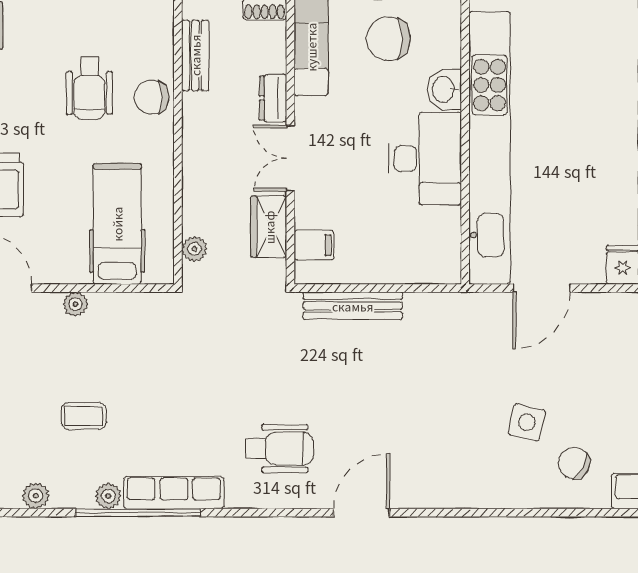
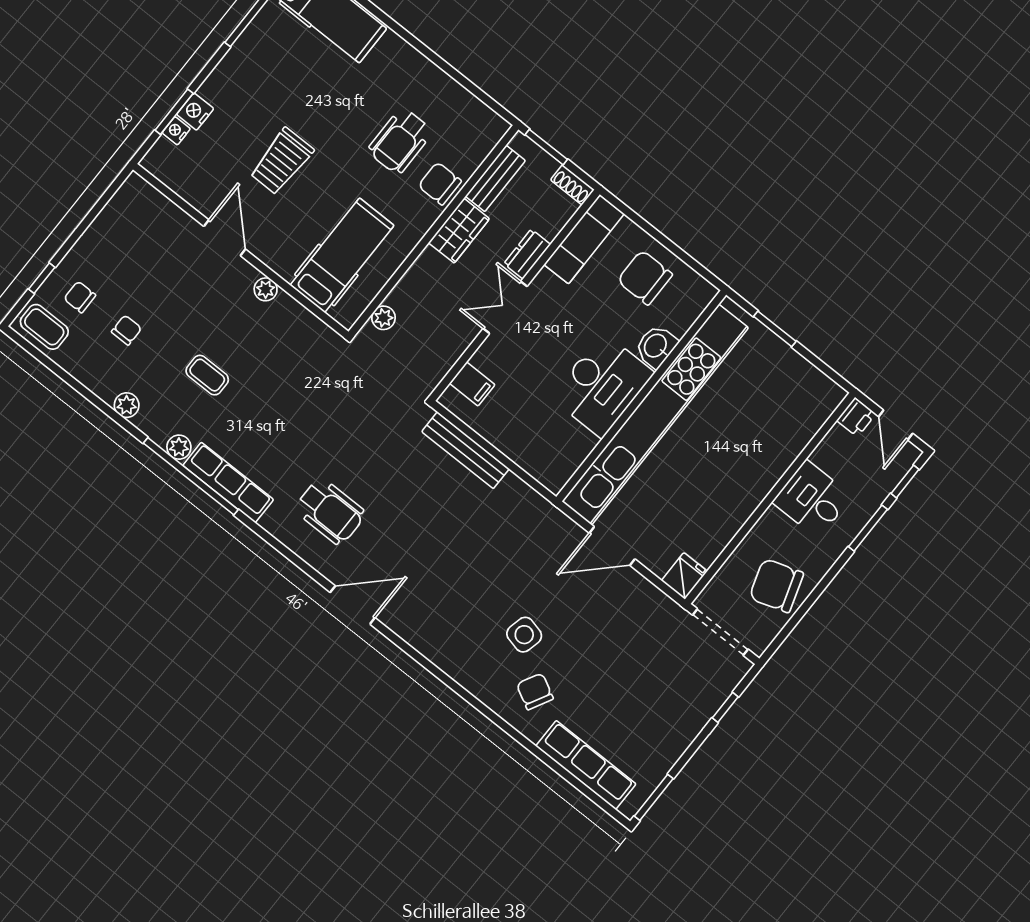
wardrobe: (269, 227) -> (459, 231), moved, turned 180

